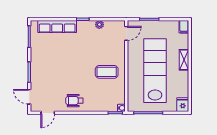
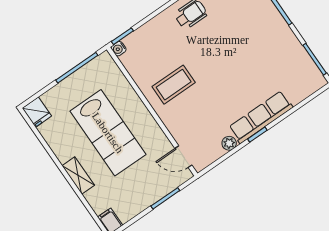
row of seats: (57, 27) -> (261, 117), moved
door: (126, 33) -> (183, 157), hinge flipped
lab bench: (155, 71) -> (108, 133), width x0.73

